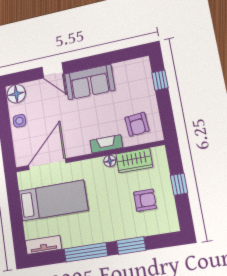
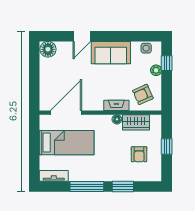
door: (53, 70) -> (82, 36), hinge flipped
plant: (148, 92) -> (156, 70), added
side table: (19, 121) -> (146, 48), moved
armchair: (137, 124) -> (143, 94), turned 71
armchair: (145, 200) -> (139, 154), turned 90

